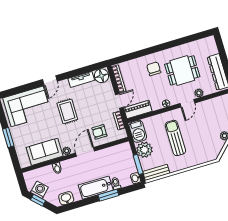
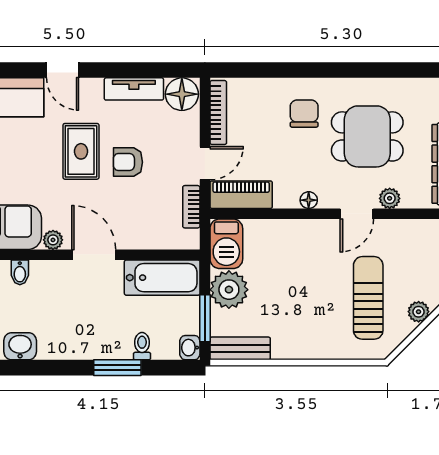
door: (50, 80) -> (63, 70), hinge flipped
armchair: (99, 132) -> (128, 162), moved
sun lounger: (175, 138) -> (368, 298), moved
door: (85, 152) -> (94, 255), hinge flipped
bathtub: (96, 188) -> (162, 278), moved, turned 180

